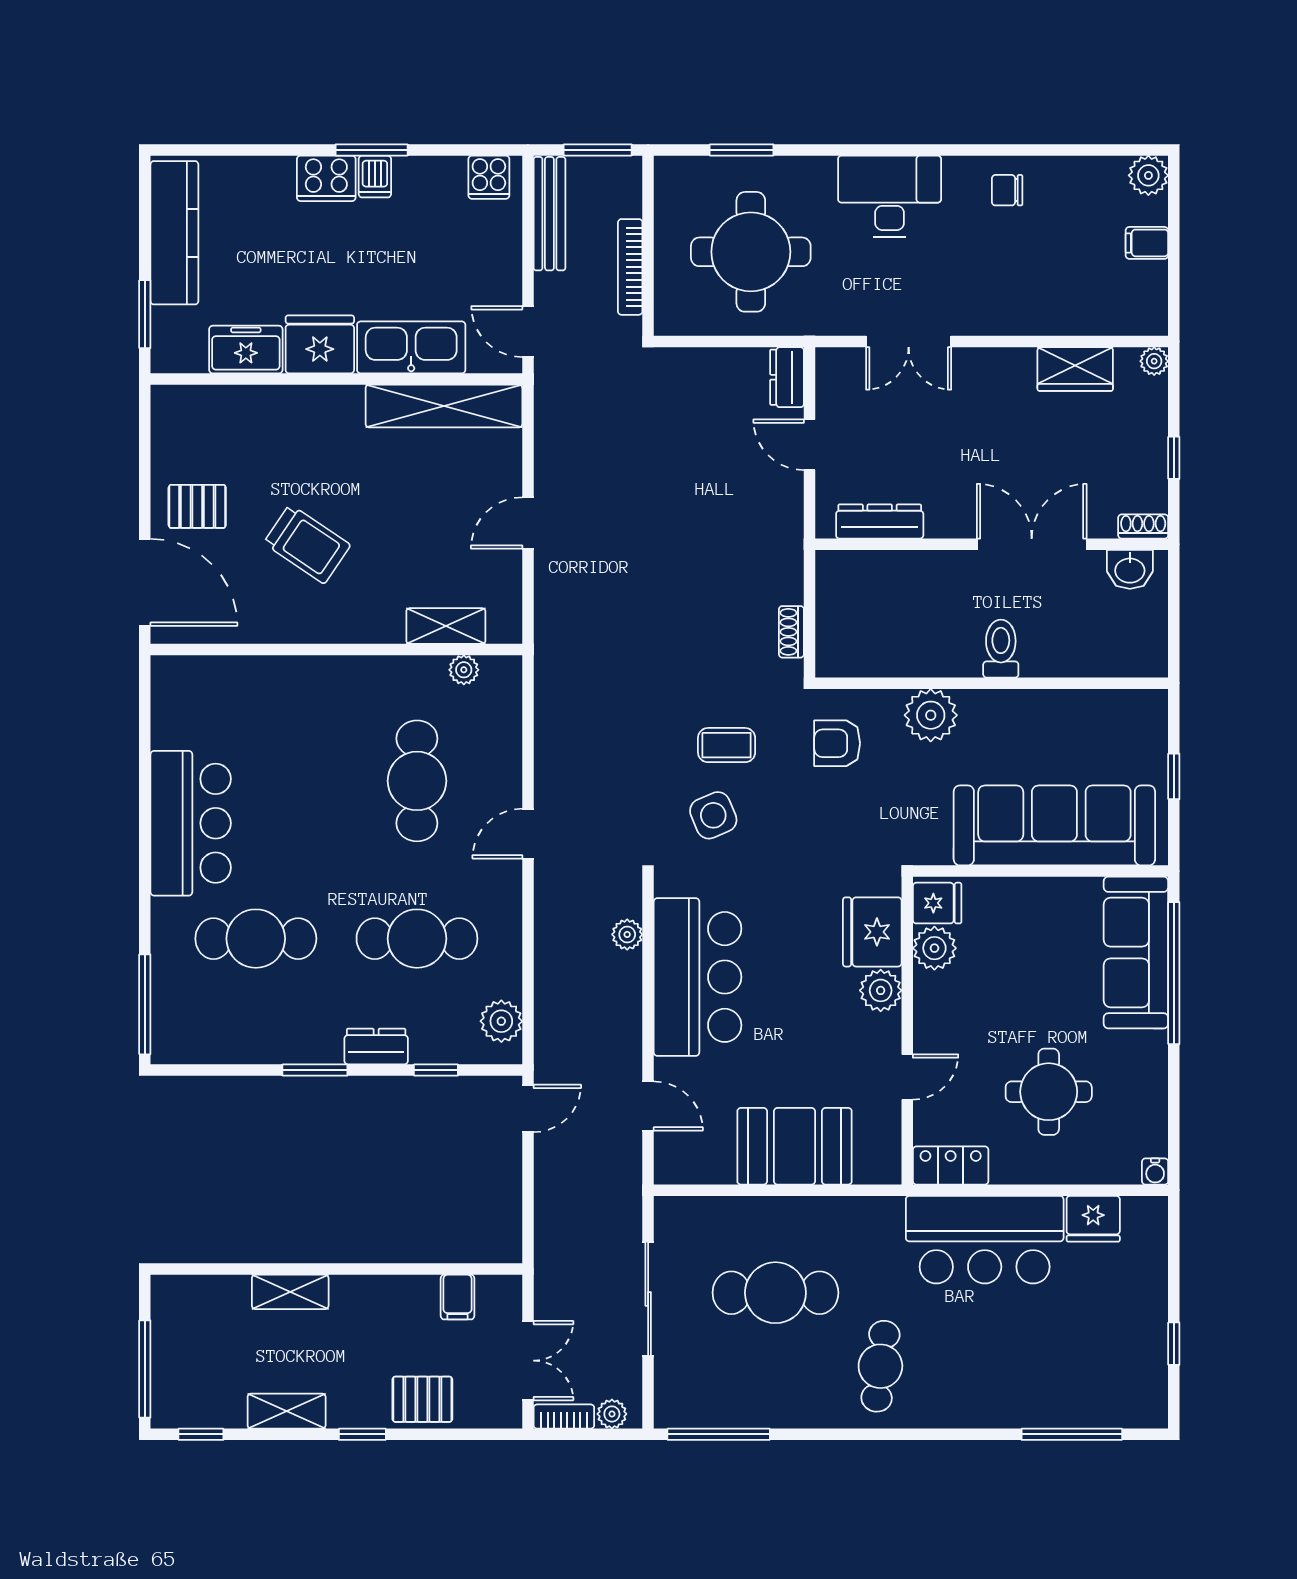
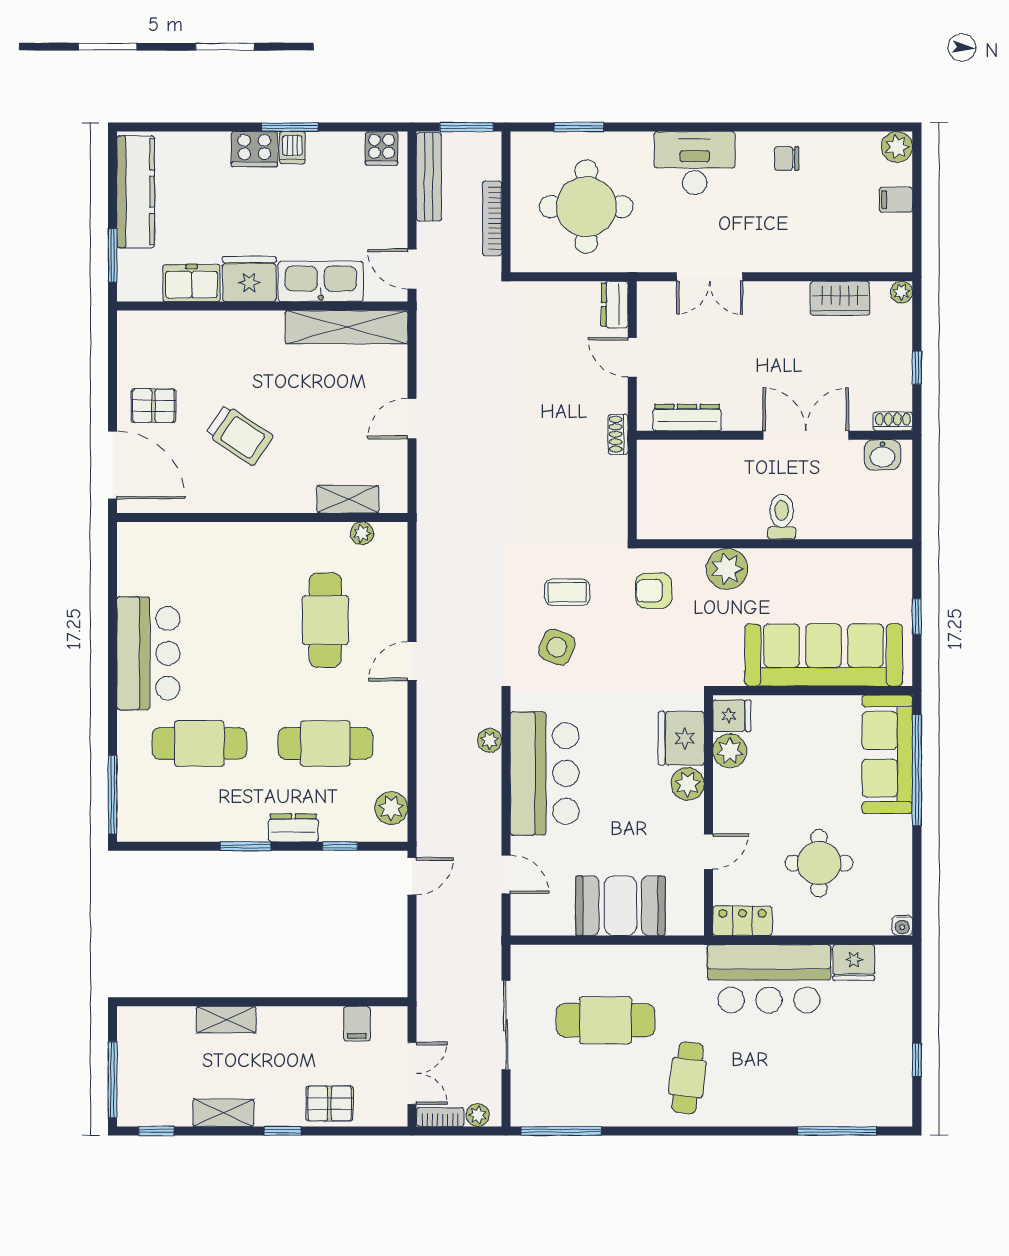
shoe rack: (791, 632) -> (618, 434), moved
side table: (713, 815) -> (557, 647), turned 45

